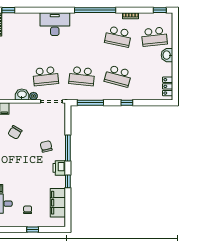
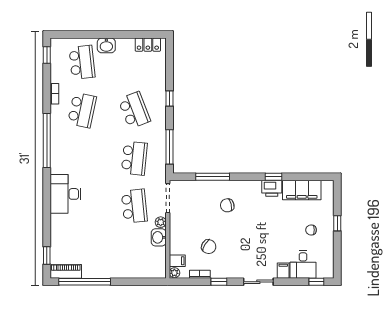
school desk: (118, 76) -> (134, 110), turned -36
window: (68, 148) -> (213, 177), moved
printer: (59, 168) -> (272, 188), moved

